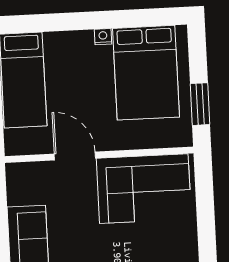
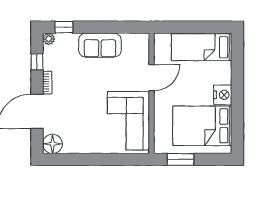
nightstand: (103, 37) -> (223, 95), width x1.89, depth x1.79

